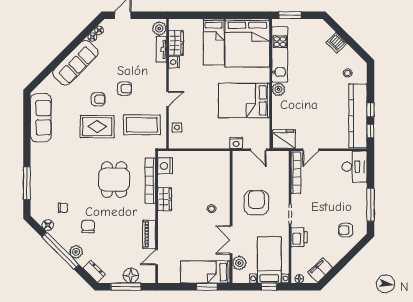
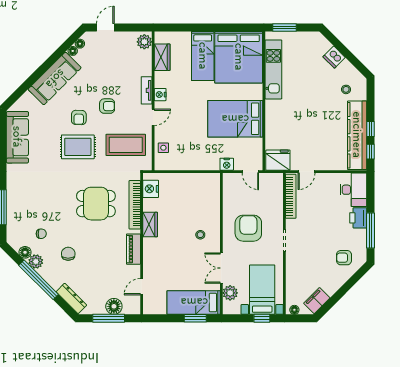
tv unit: (161, 49) -> (147, 90), moved
nightstand: (174, 62) -> (160, 95), moved
plant: (278, 89) -> (272, 107), removed
armchair: (98, 99) -> (79, 117), turned 91
dining table: (114, 180) -> (96, 204), turned 90
piano: (149, 234) -> (133, 249), moved
printer: (299, 237) -> (358, 218), moved, turned 180
plant: (76, 252) -> (36, 262), moved
dresser: (94, 271) -> (71, 298), width x1.44

